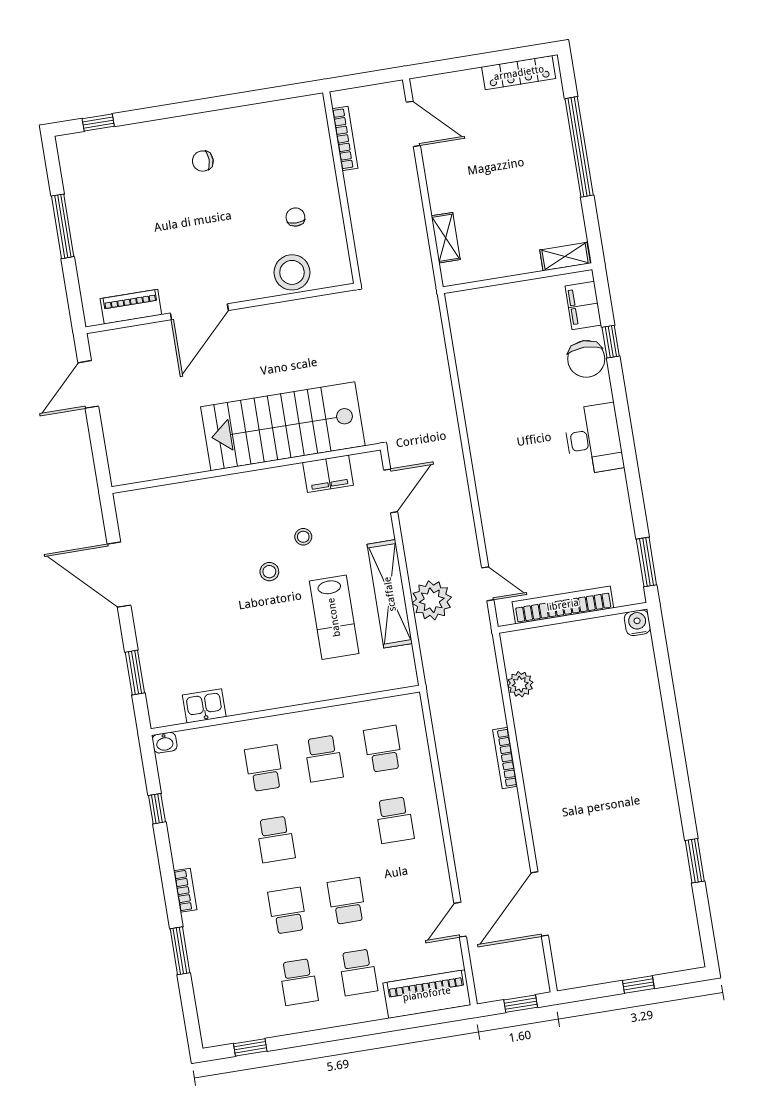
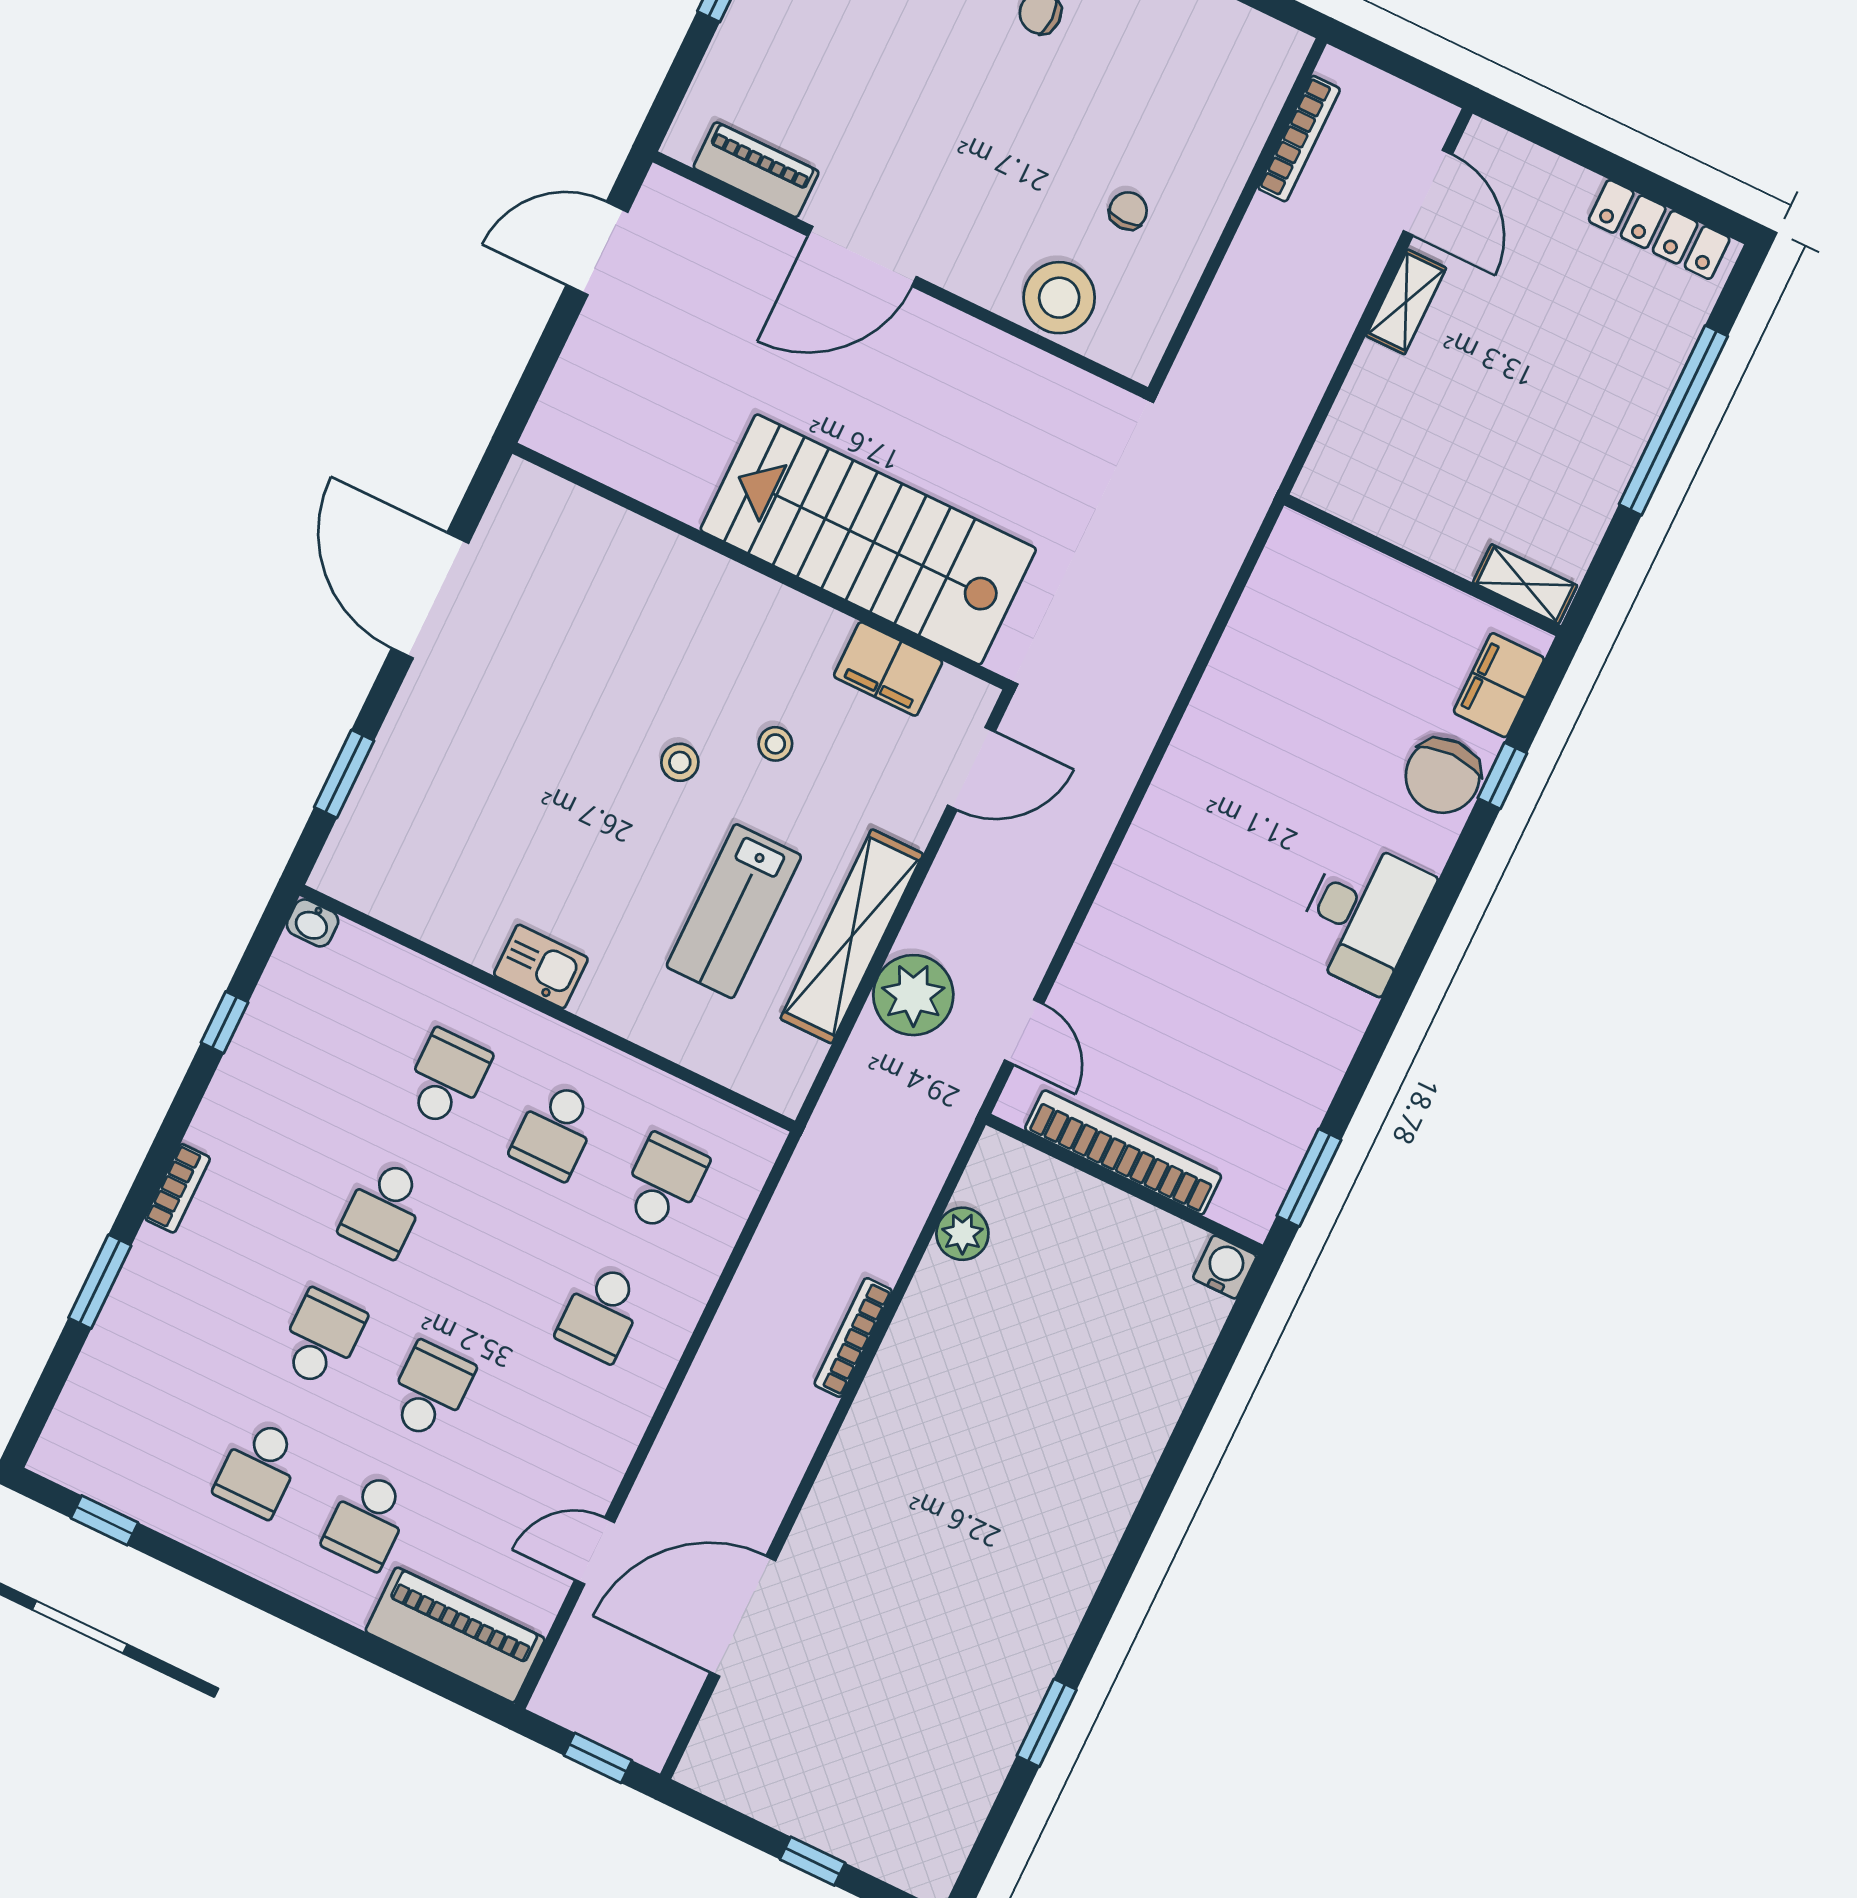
shelving: (446, 238) -> (1406, 302), moved
kitchen sink: (204, 706) -> (541, 966), moved

